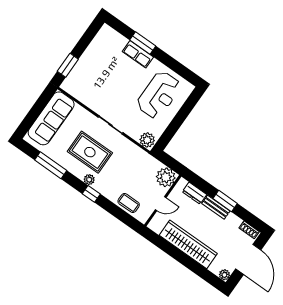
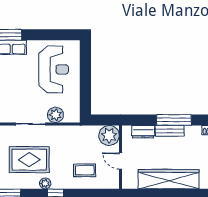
plant: (147, 140) -> (55, 115), moved
window: (225, 201) -> (174, 120), width x1.44
coffee table: (129, 203) -> (85, 170), moved
door: (161, 204) -> (121, 161), swing flipped

